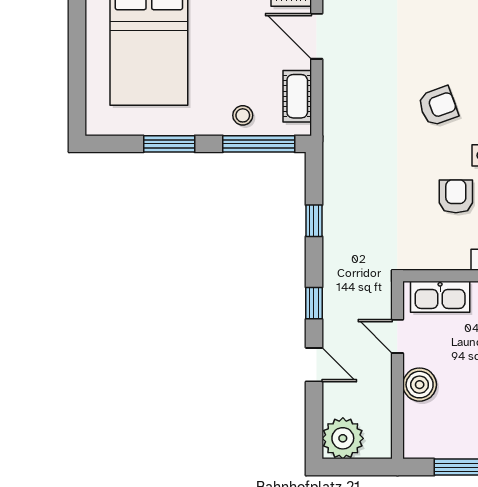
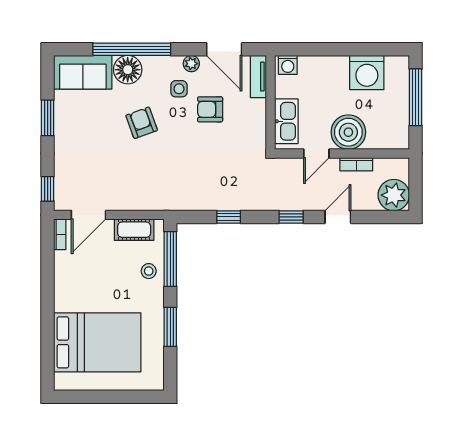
boiler: (420, 385) -> (348, 132), width x1.37, depth x1.37
bookcase: (383, 389) -> (356, 164), added

